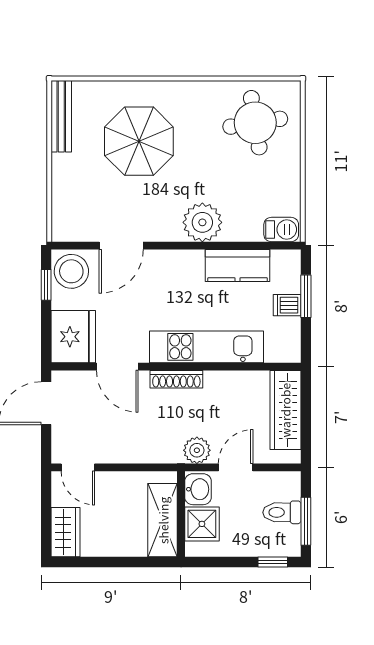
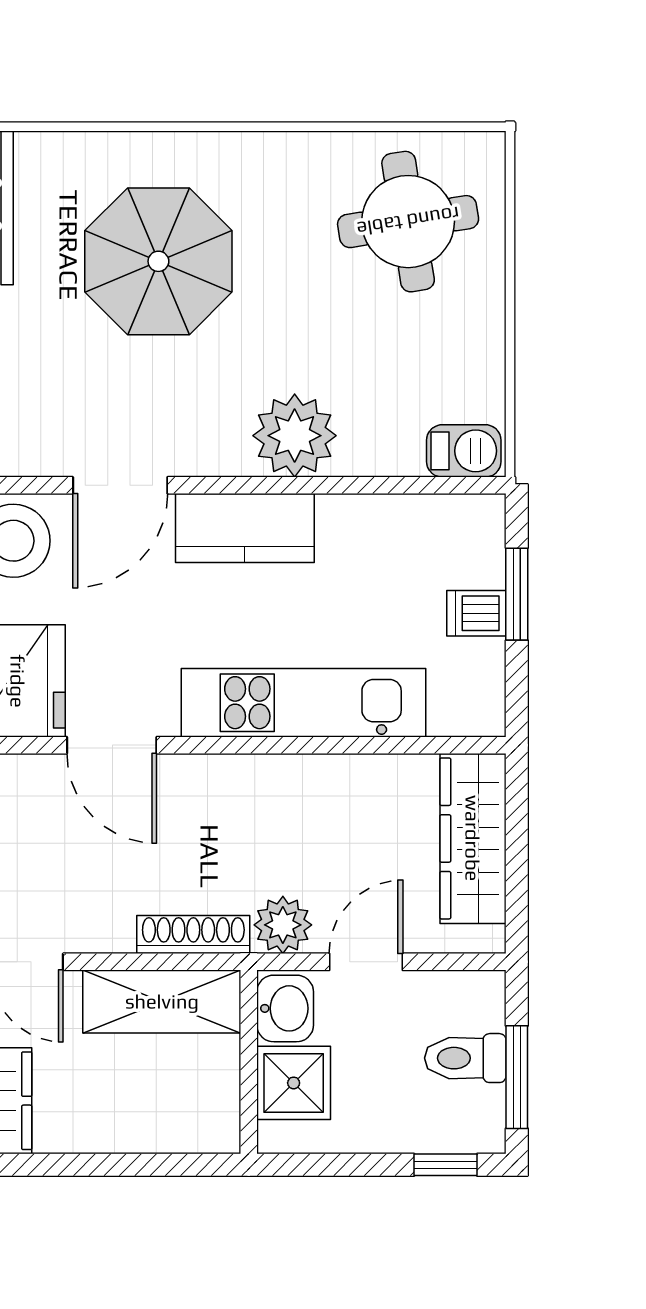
kitchen counter: (238, 265) -> (245, 528), moved
shoe rack: (176, 379) -> (193, 934), moved, turned 180
shelving: (163, 520) -> (162, 1001), moved, turned 90

